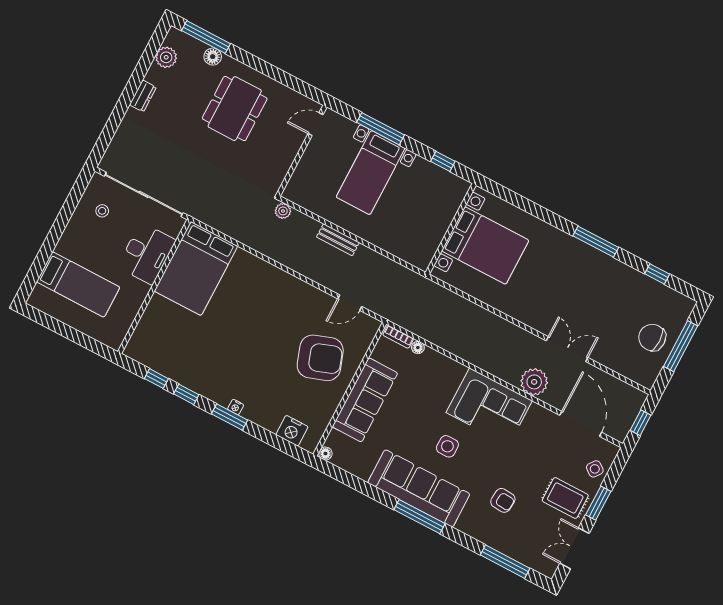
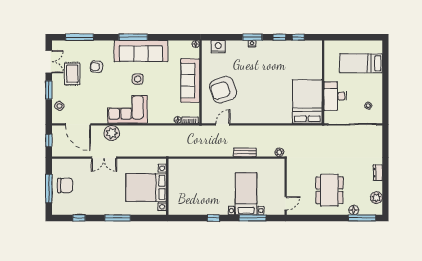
wall: (451, 229) -> (167, 187), moved
bed with nightstands: (485, 245) -> (146, 188), moved
rug: (565, 498) -> (72, 74), moved, turned 90

